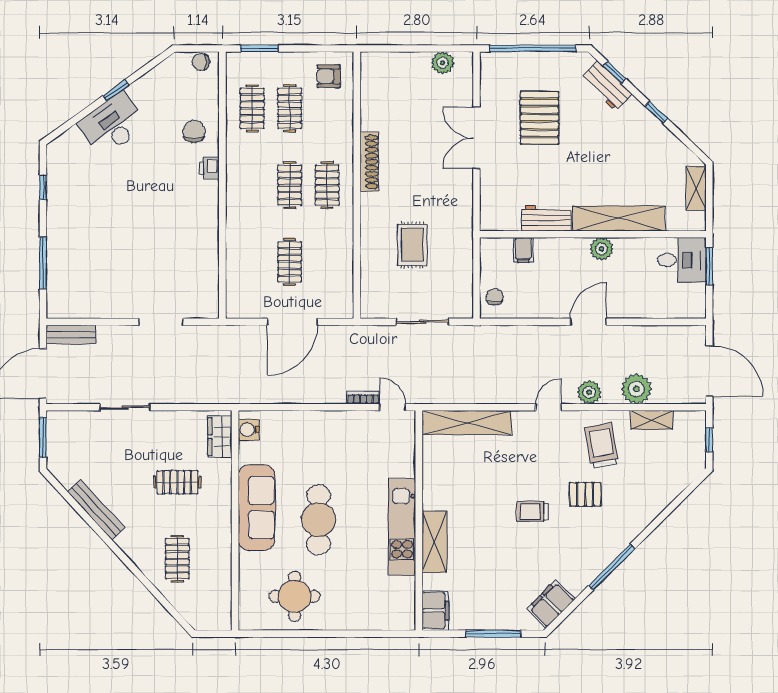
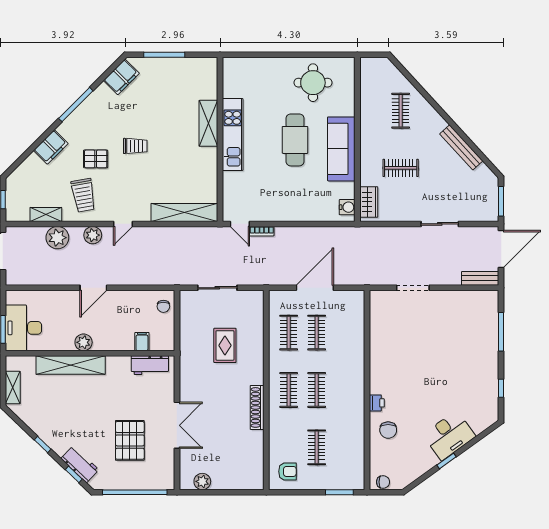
clothes rail: (252, 108) -> (289, 333), moved
workbench: (546, 218) -> (150, 365), moved
desk: (682, 260) -> (23, 328), width x1.37
filing cabinet: (435, 611) -> (51, 147), moved, turned -135

